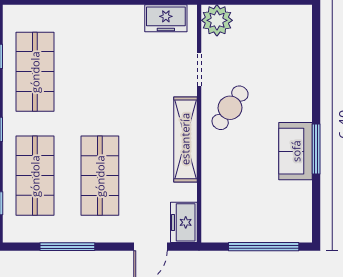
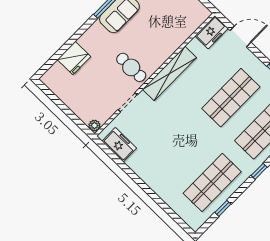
plant: (217, 20) -> (94, 126), width x0.53, depth x0.53
fridge: (297, 61) -> (74, 58), added
cafe table: (230, 108) -> (131, 67), turned 55

